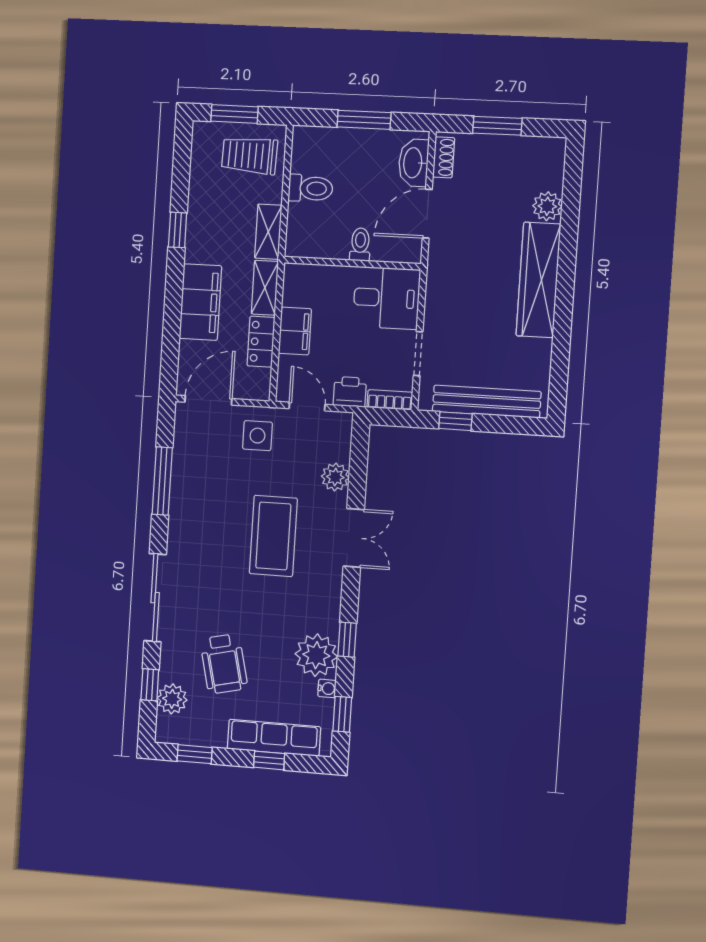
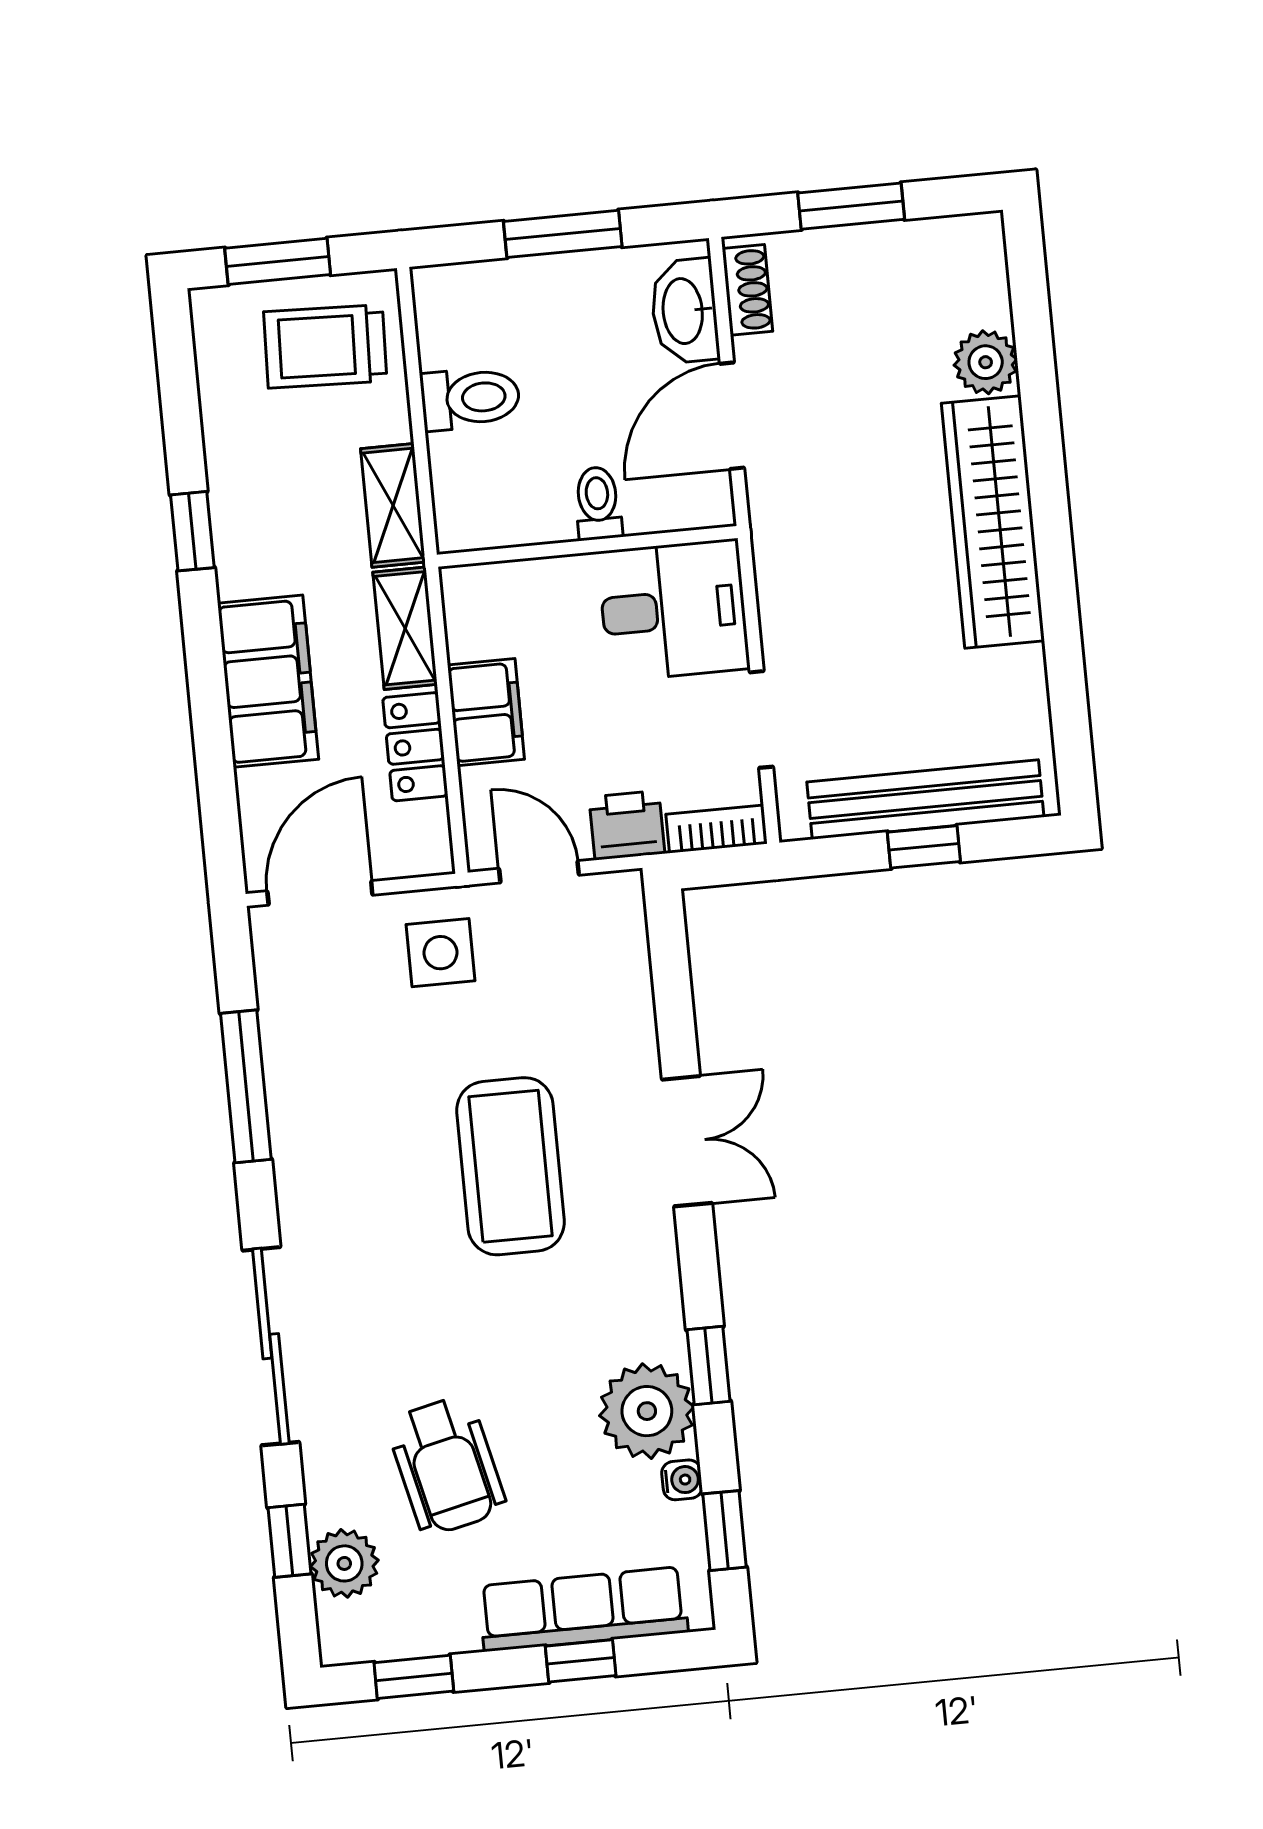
window: (455, 421) -> (924, 847), moved
plant: (335, 477) -> (625, 1015), removed

